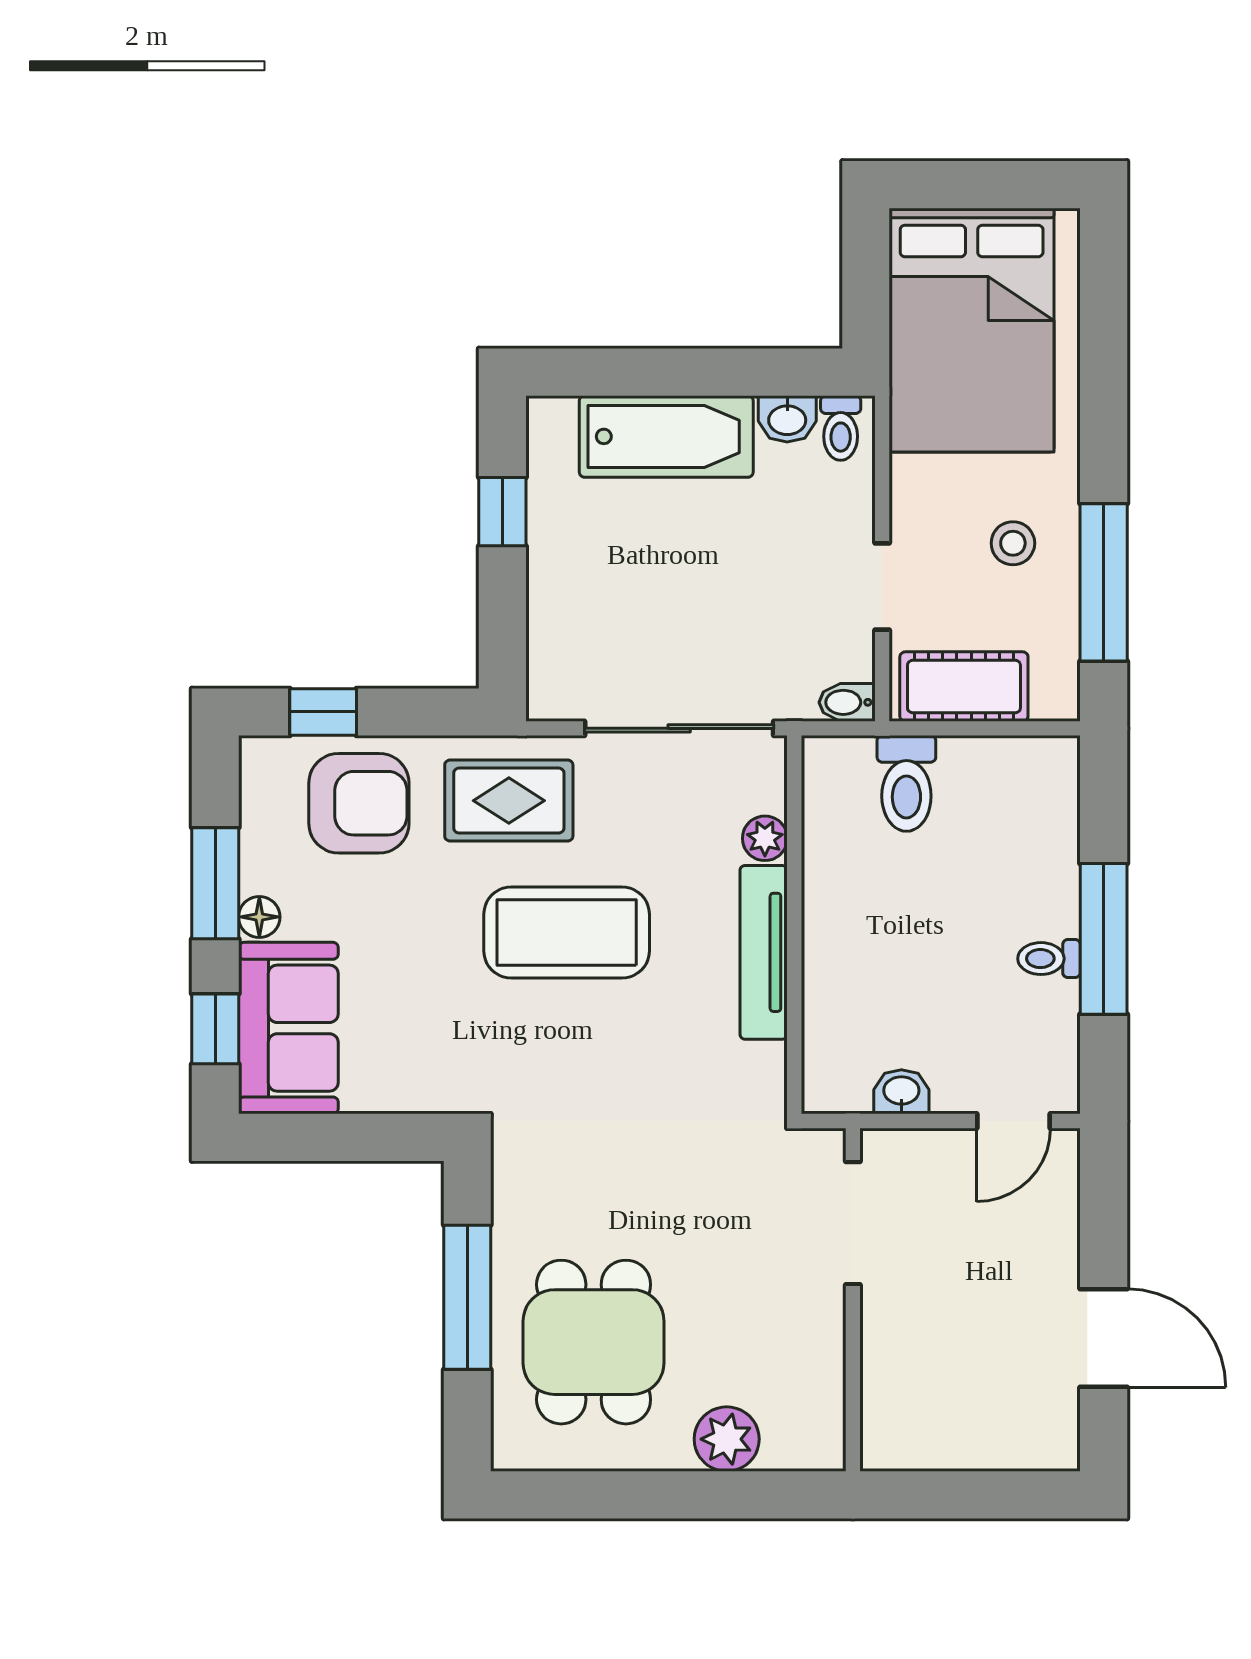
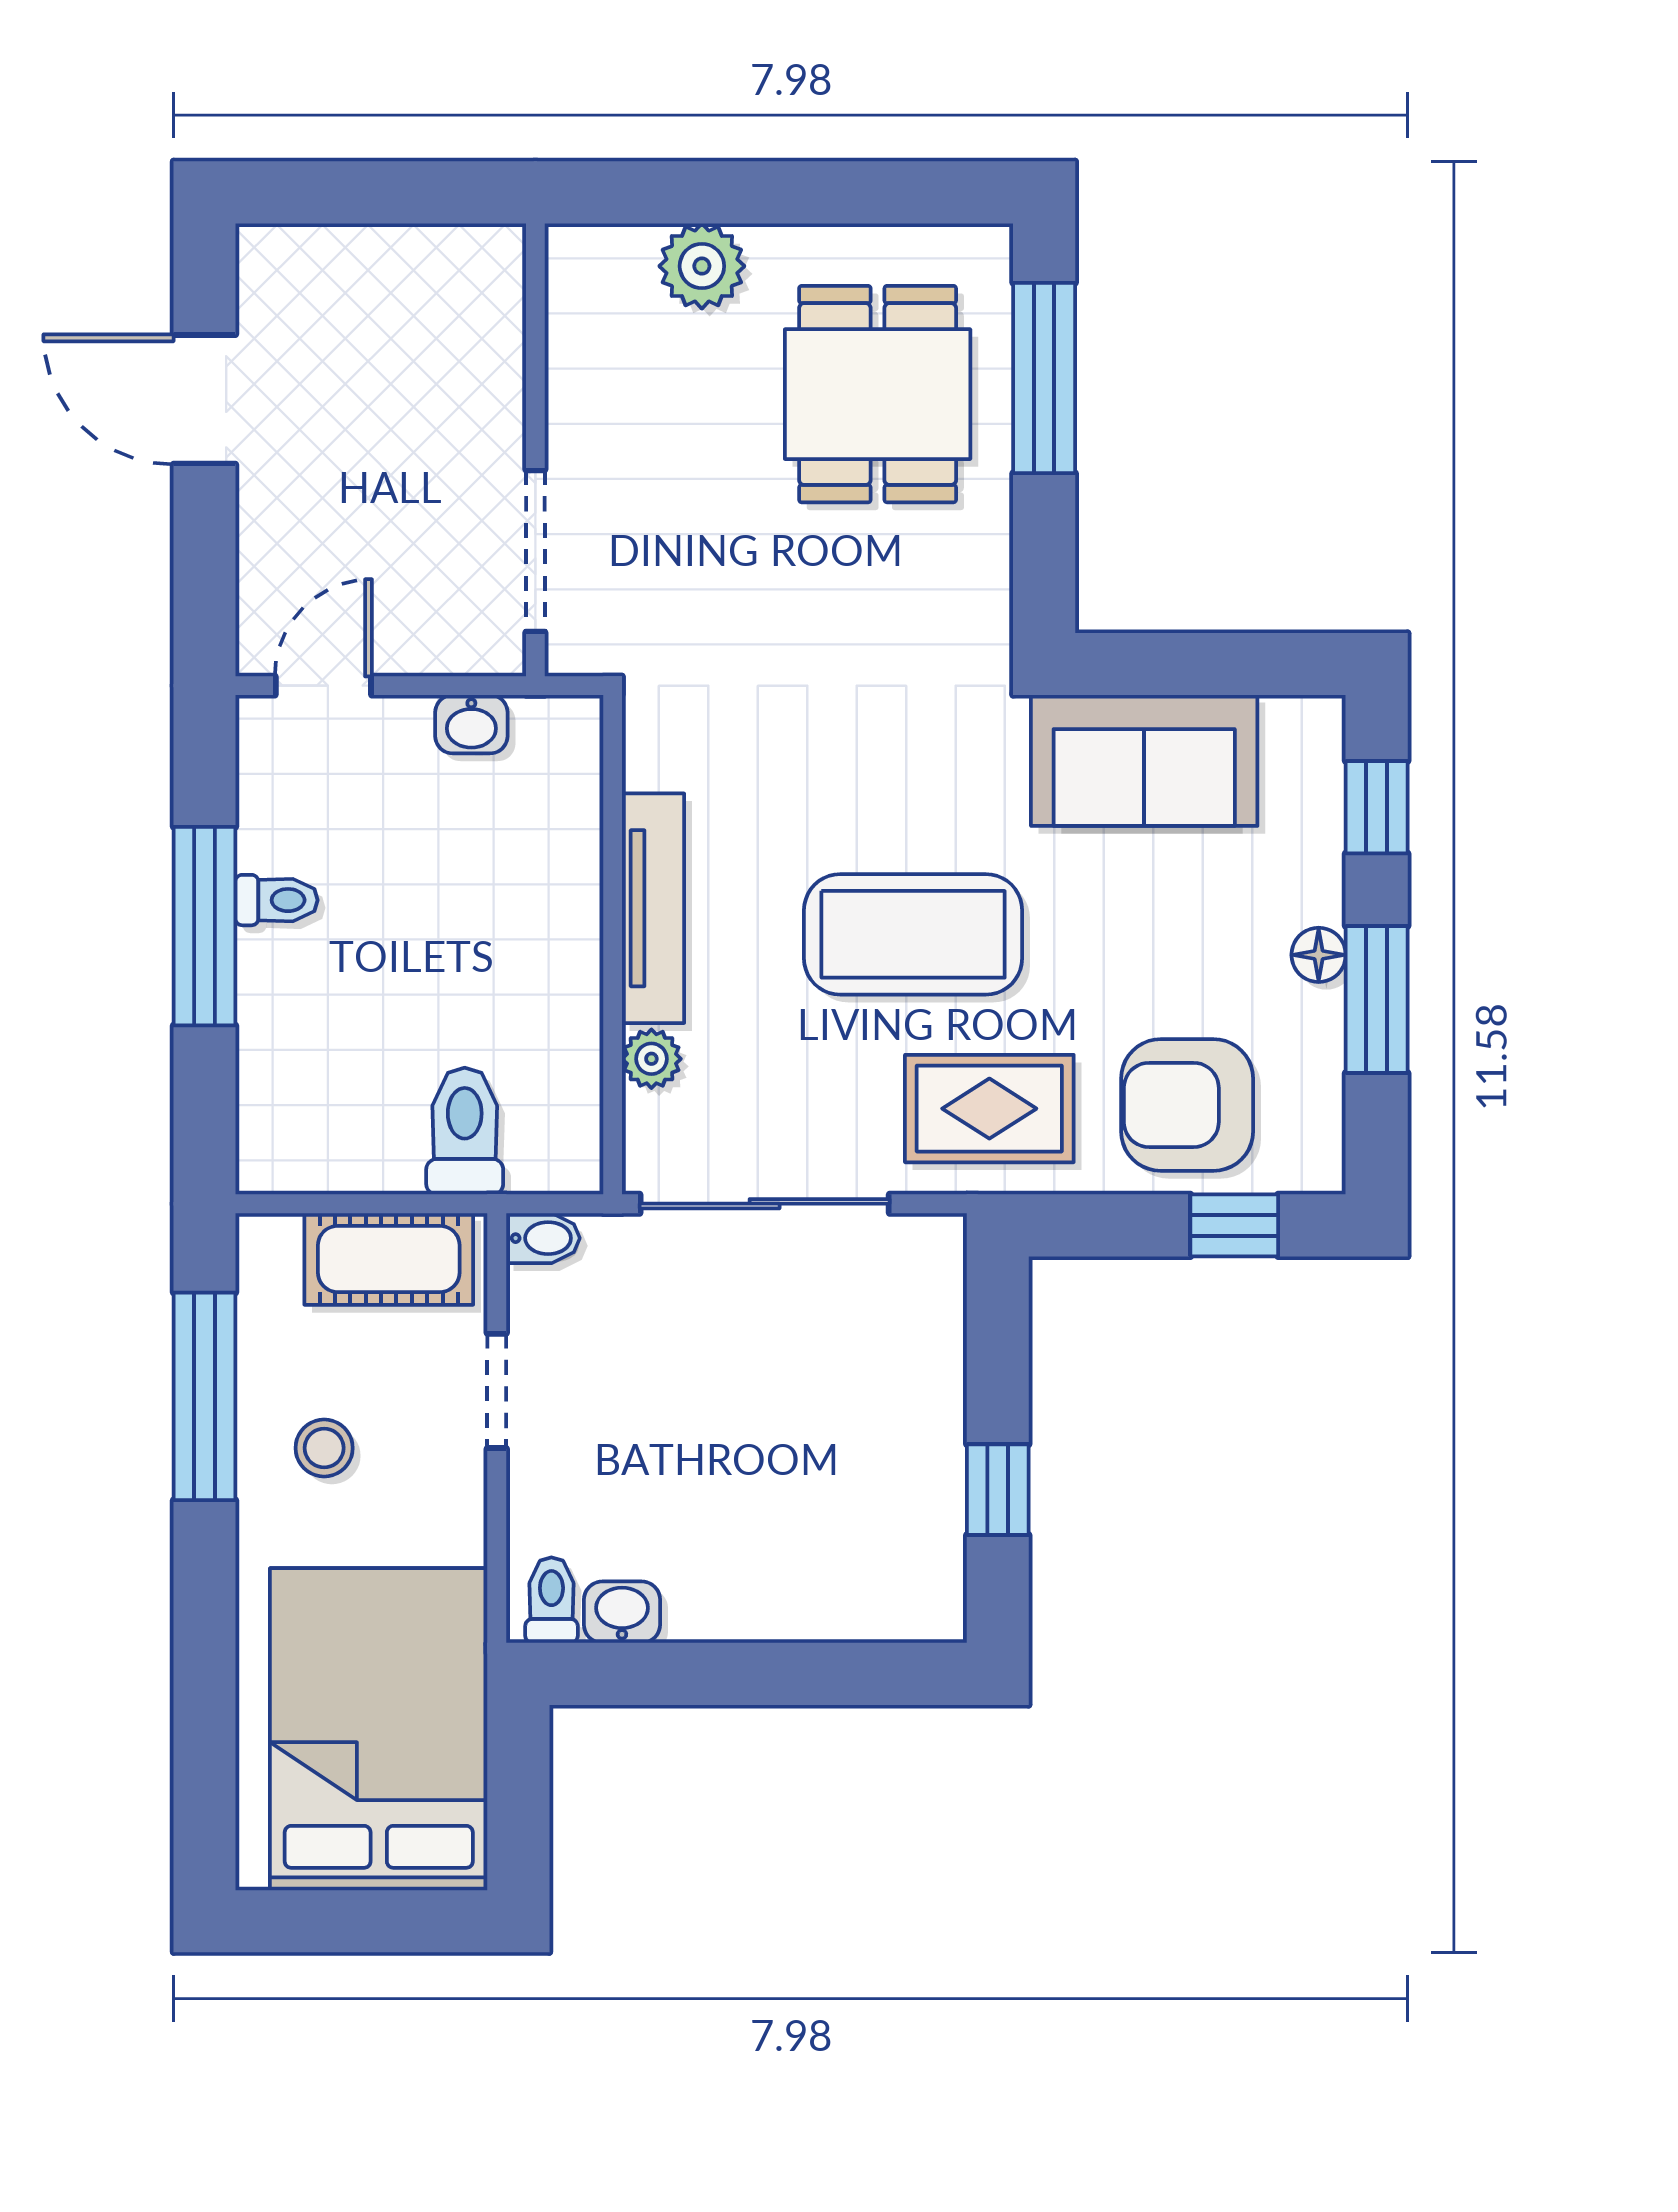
bathtub: (666, 436) -> (782, 1589), removed
sofa: (288, 1028) -> (1144, 760), moved, turned -90
window: (467, 1297) -> (1044, 378), moved

